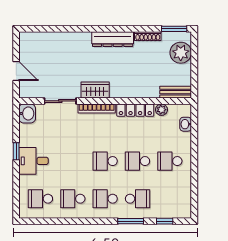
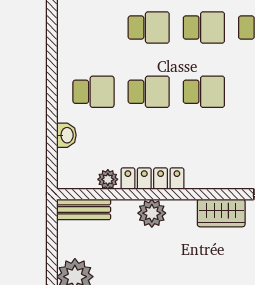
plant: (136, 90) -> (152, 213), added
bookcase: (97, 109) -> (218, 181), removed
washbasin: (186, 124) -> (66, 135), moved
school desk: (137, 199) -> (149, 27), turned 180

